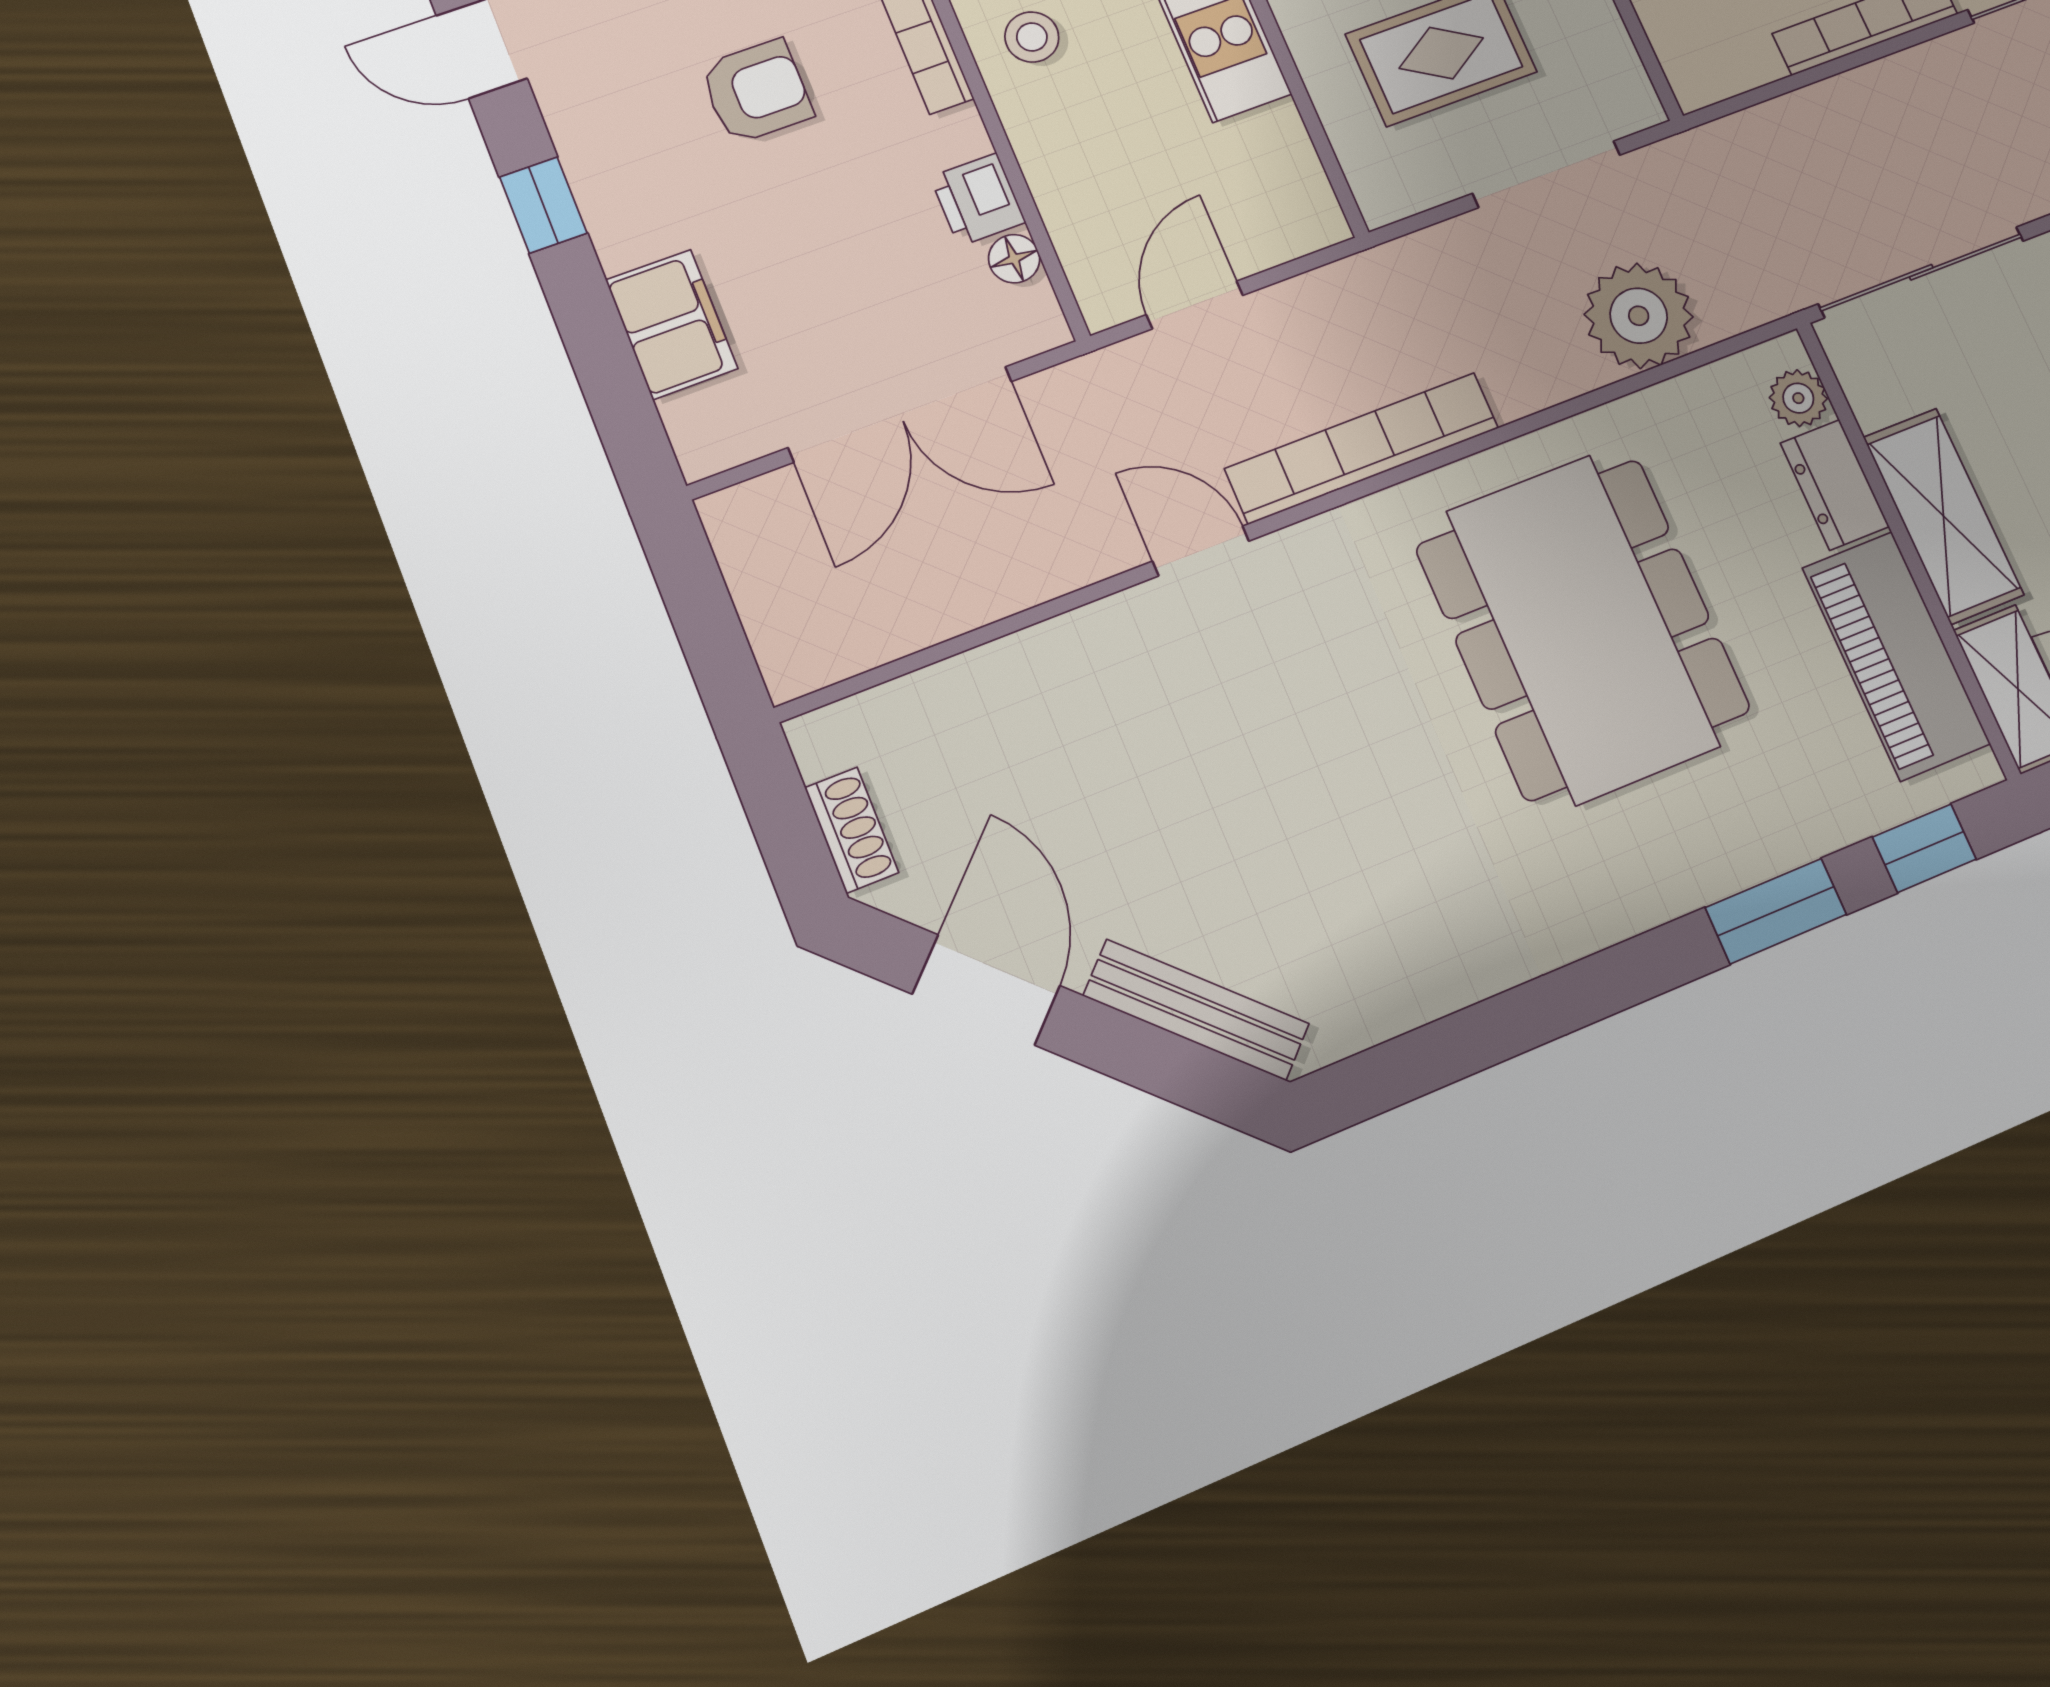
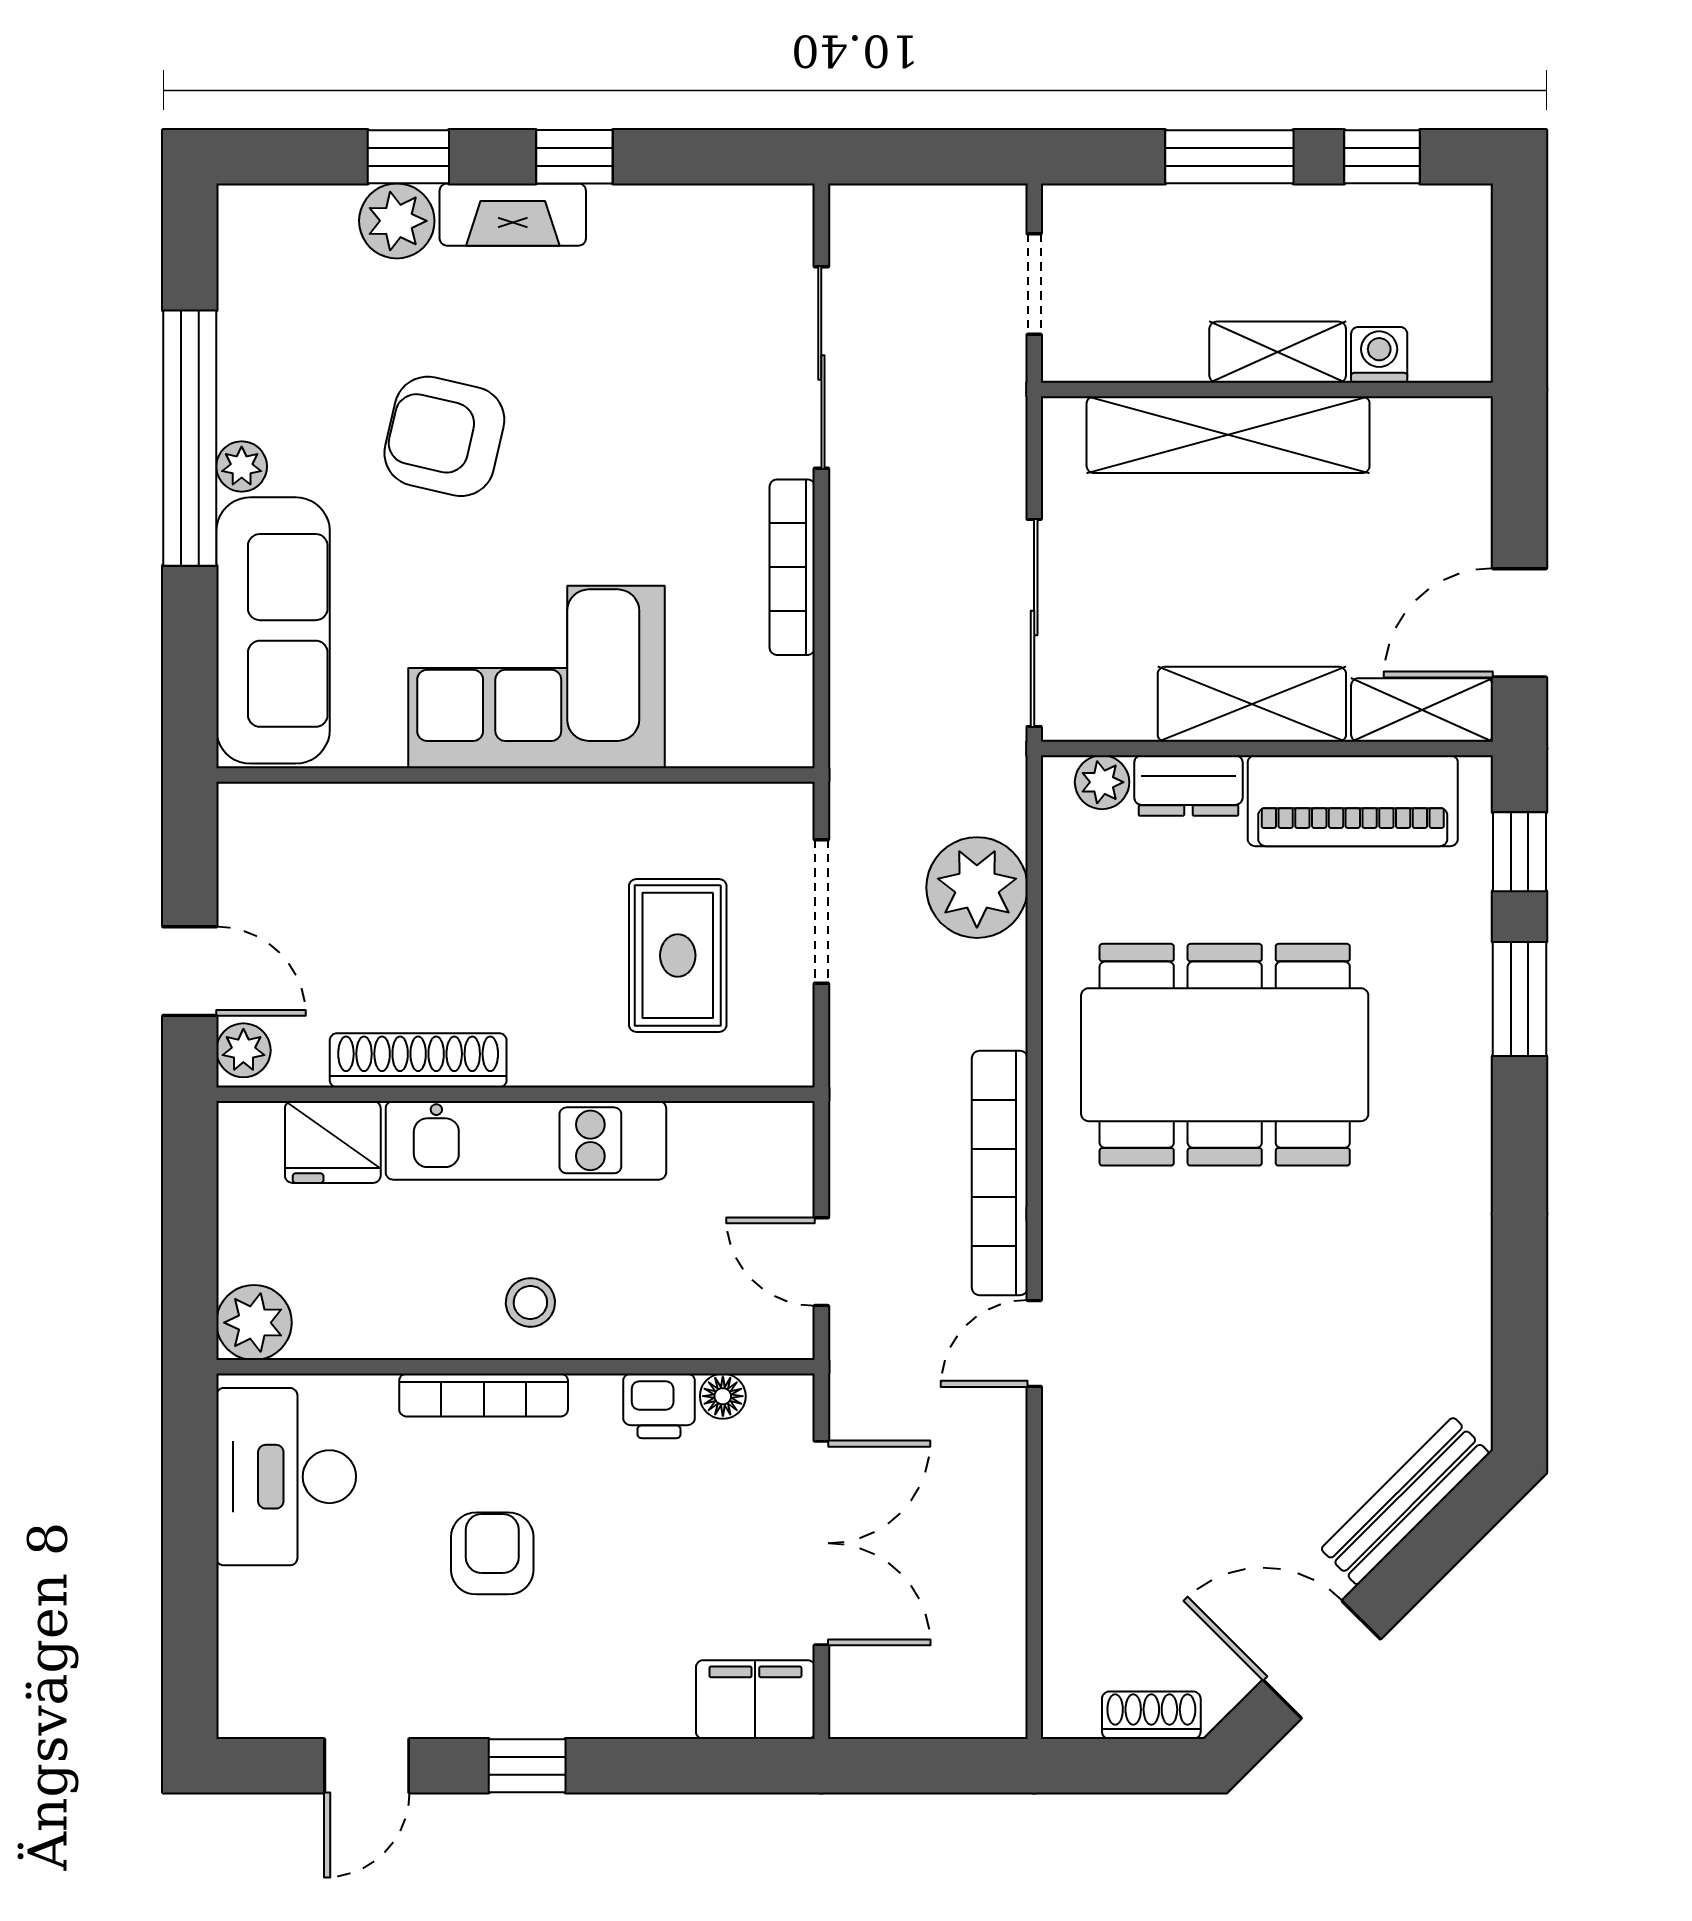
filing cabinet: (672, 324) -> (755, 1700), moved

